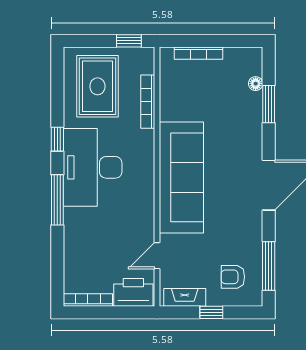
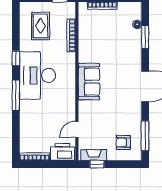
rug: (97, 86) -> (40, 26), width x0.73, depth x0.70
sofa: (181, 177) -> (89, 82), width x0.54, depth x0.79
window: (211, 312) -> (97, 164), moved

